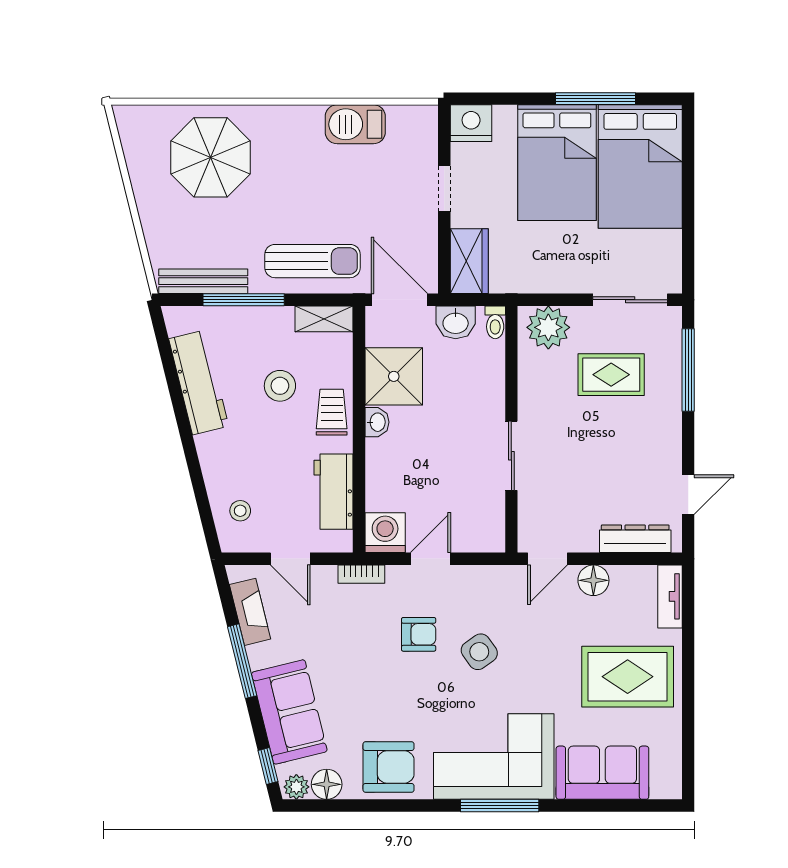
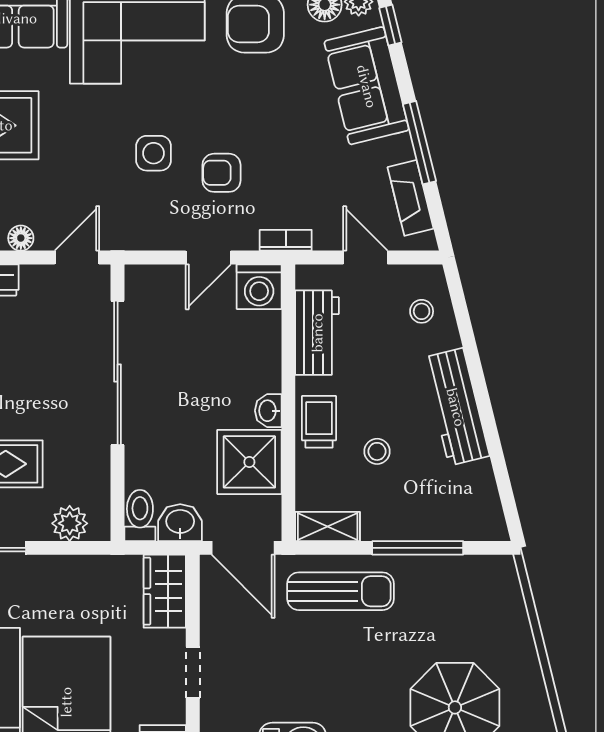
sun lounger: (312, 261) -> (341, 591), turned 180
bench: (203, 281) -> (463, 569), removed
toilet: (495, 322) -> (140, 515), width x1.37, depth x1.39
plant: (548, 327) -> (70, 523), width x0.73, depth x0.73
workbench: (199, 382) -> (456, 407), moved
stool: (280, 386) -> (377, 451), width x0.73, depth x0.73
trolley: (332, 412) -> (319, 422), turned 180
sliding door: (511, 456) -> (118, 373), width x1.86
floor lamp: (593, 580) -> (21, 238), width x0.73, depth x0.73
side table: (479, 652) -> (154, 153), turned 35

